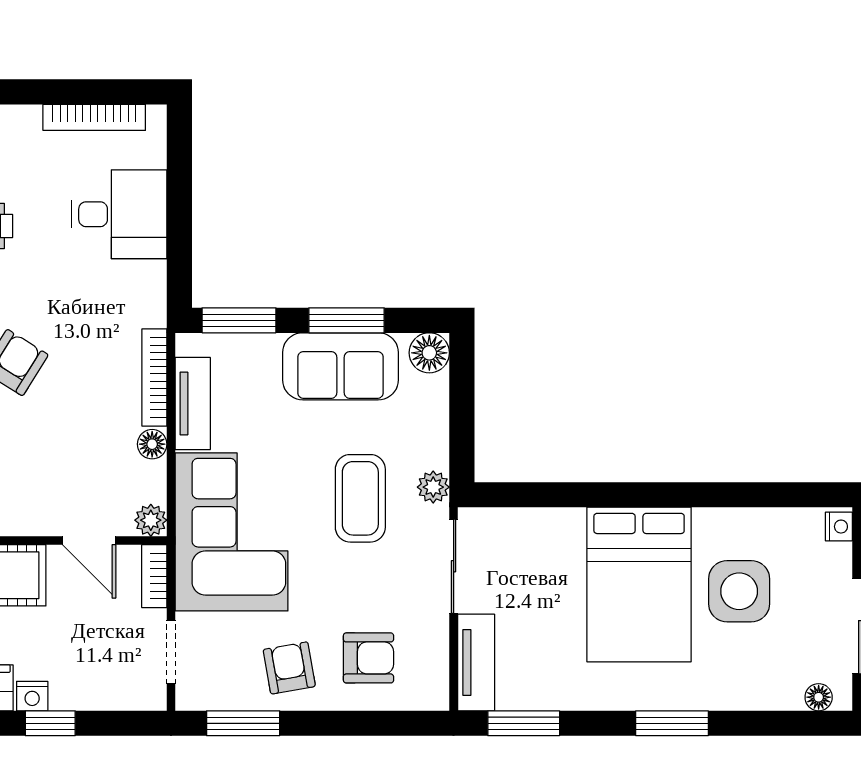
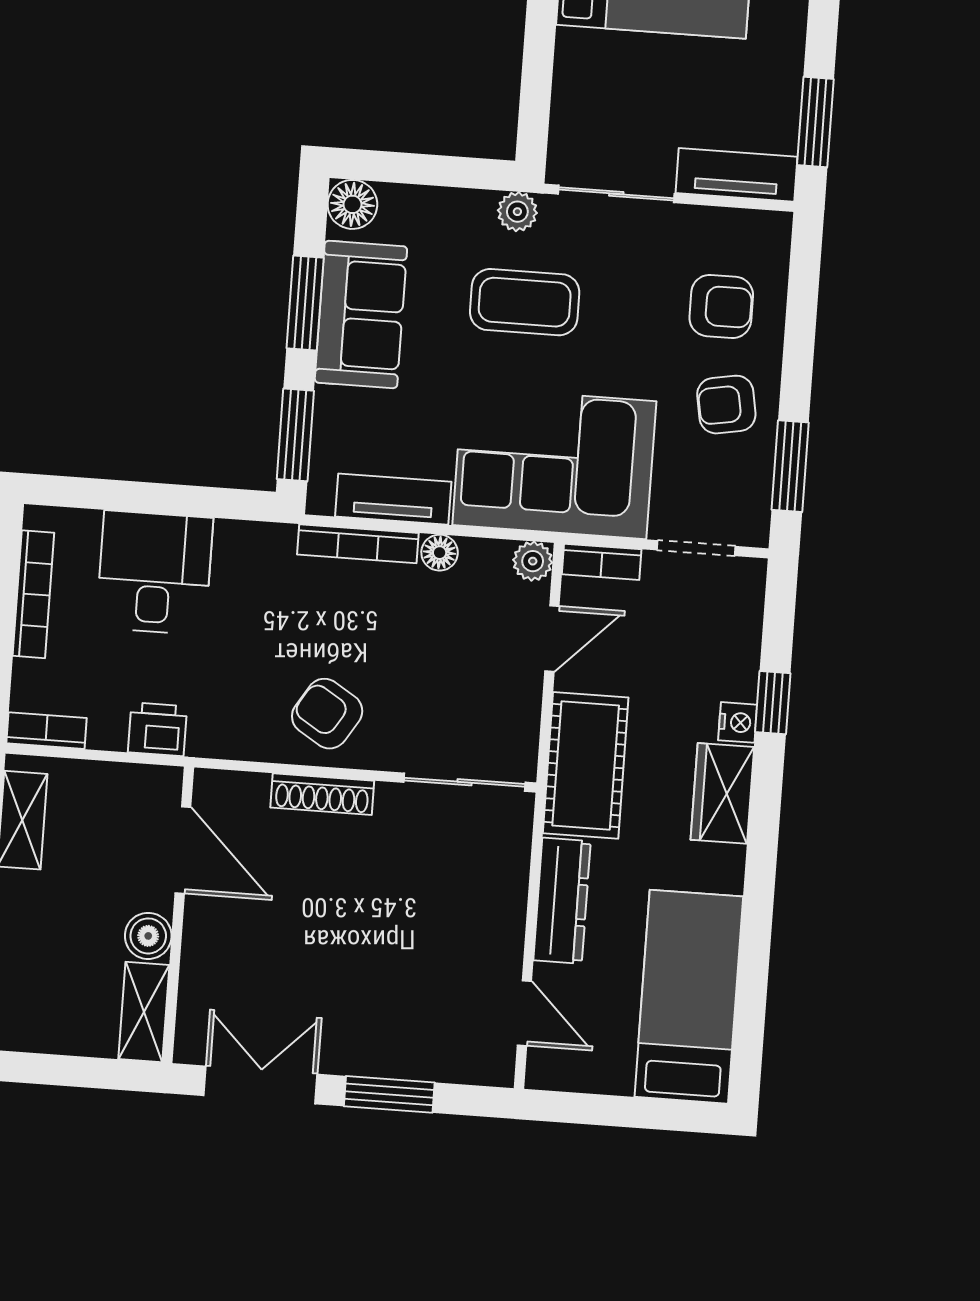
armchair: (368, 658) -> (721, 306), turned 90

